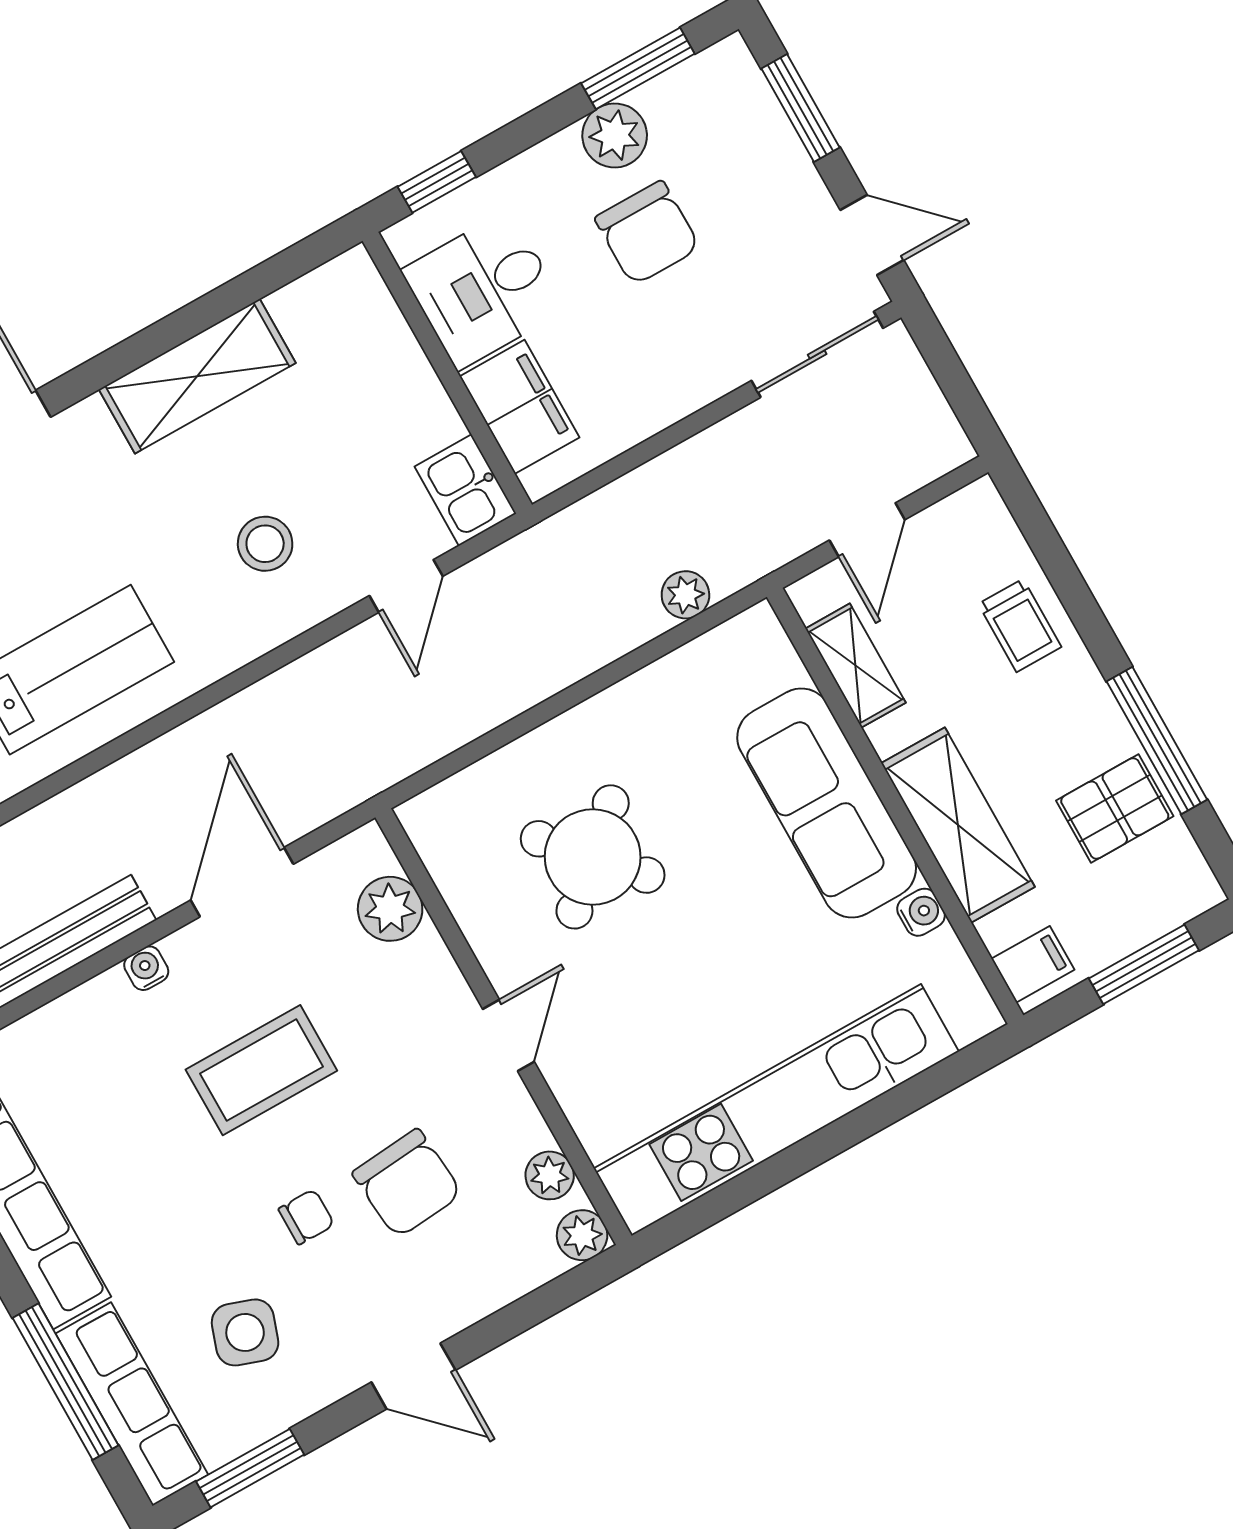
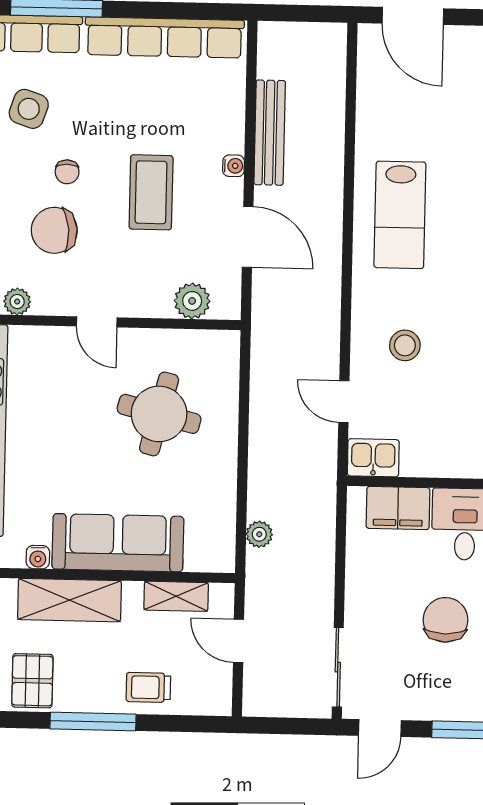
chair: (647, 233) -> (446, 620), turned 90
window: (1157, 740) -> (93, 722), moved
round table: (593, 857) -> (159, 414), turned -34

